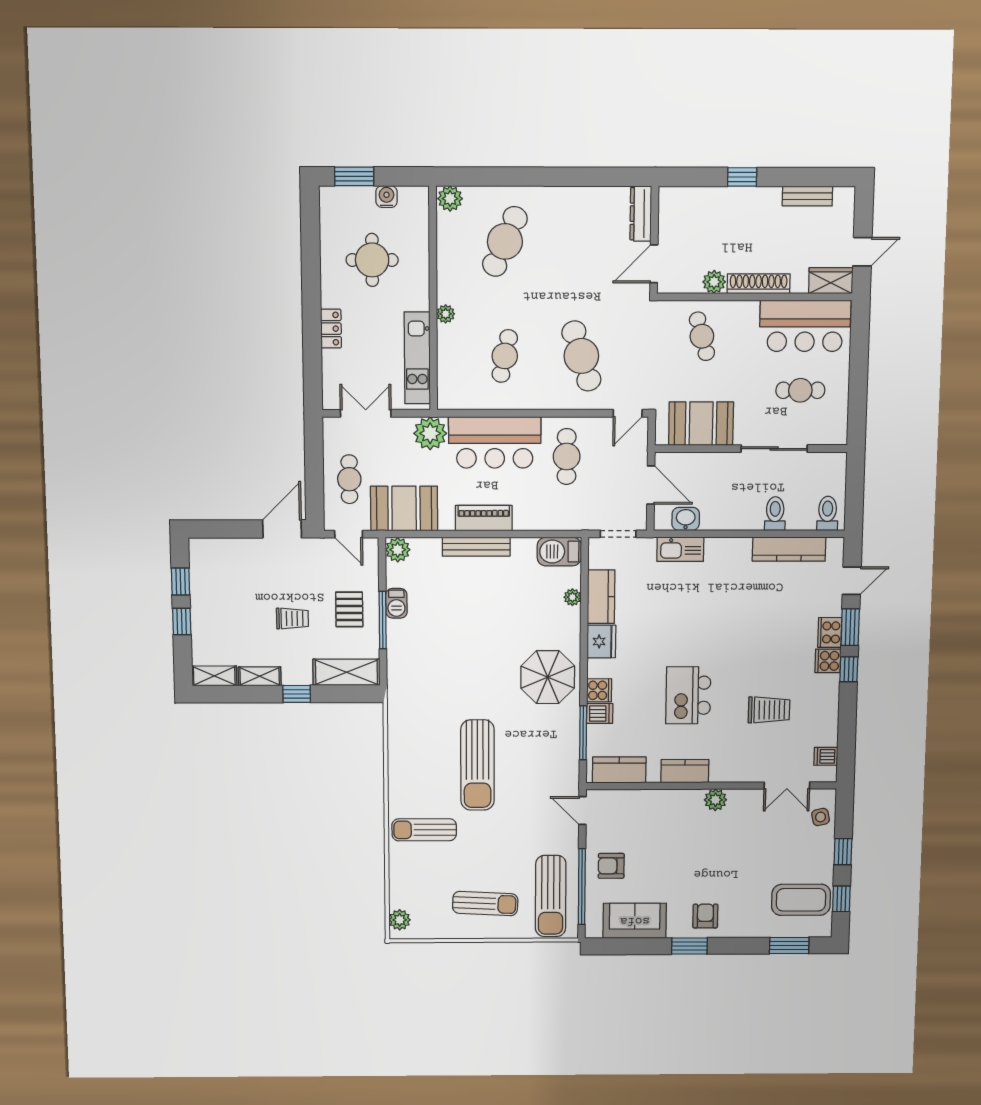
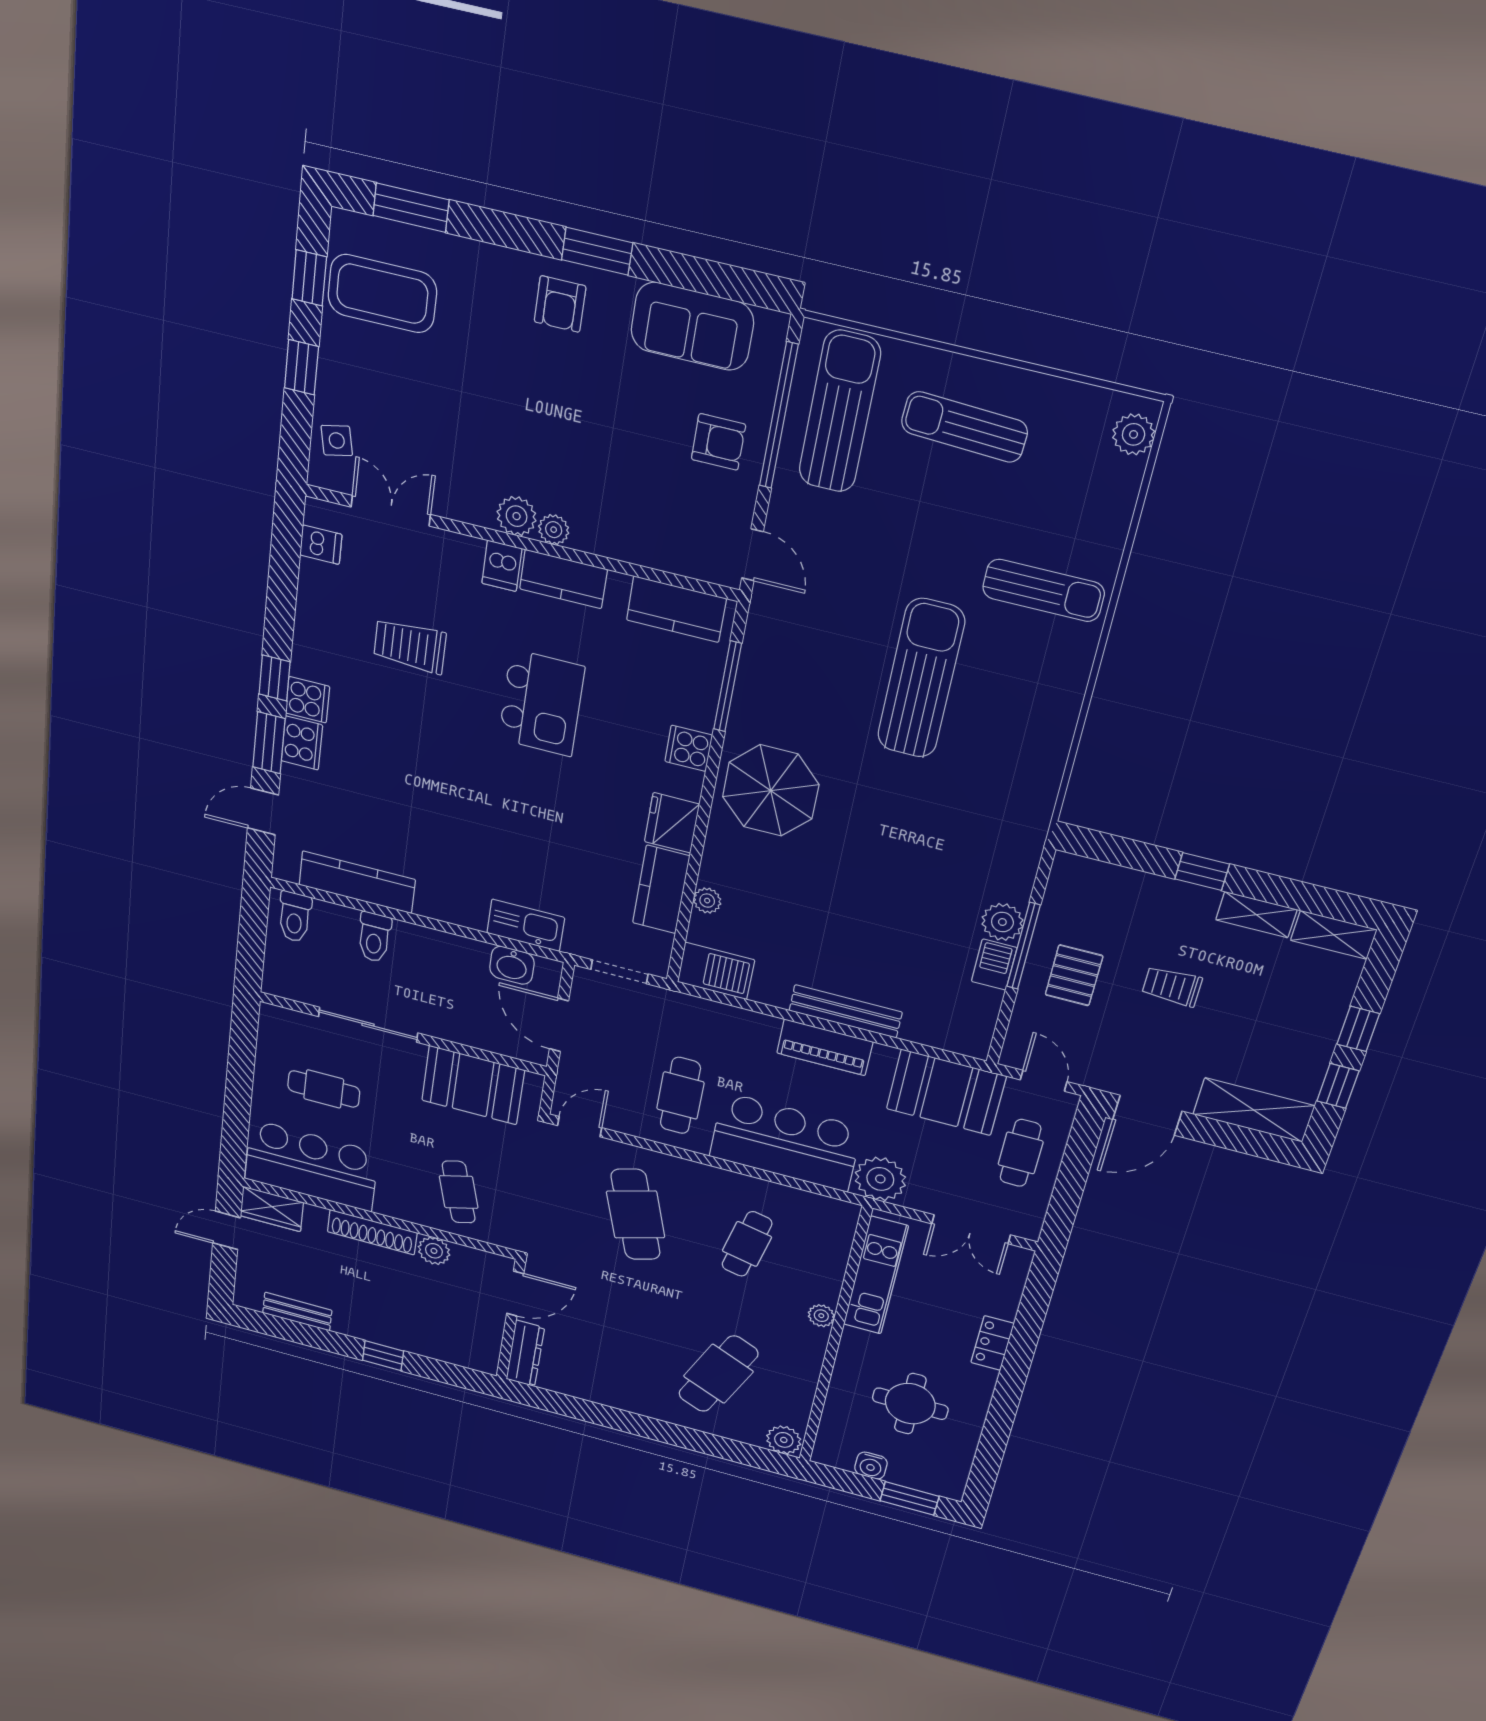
plant: (398, 550) -> (1002, 922), moved
shelving: (346, 672) -> (1254, 1110), moved
dishwasher: (600, 713) -> (502, 566), moved, turned -90
plant: (694, 797) -> (554, 530), added

